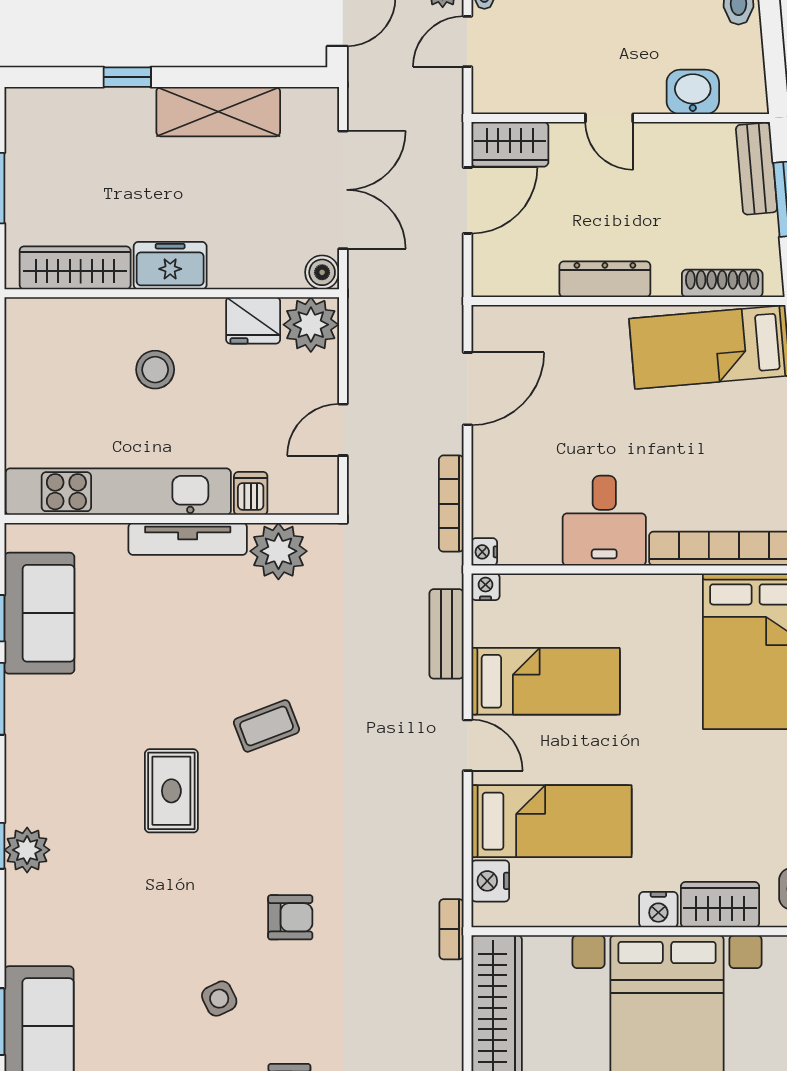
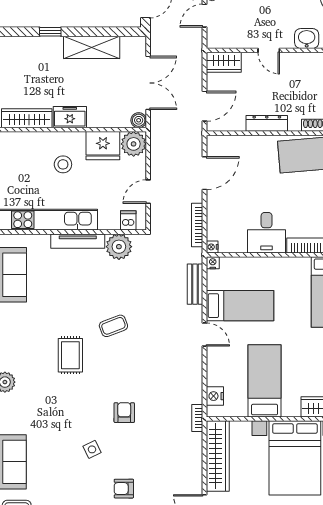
door: (467, 200) -> (205, 106), moved
fridge: (253, 320) -> (103, 146), width x1.36, depth x1.34
dishwasher: (251, 493) -> (128, 220), moved
bed: (551, 821) -> (265, 381), moved, turned -90
nightstand: (658, 910) -> (291, 409), removed
armchair: (290, 917) -> (124, 413), turned -90

